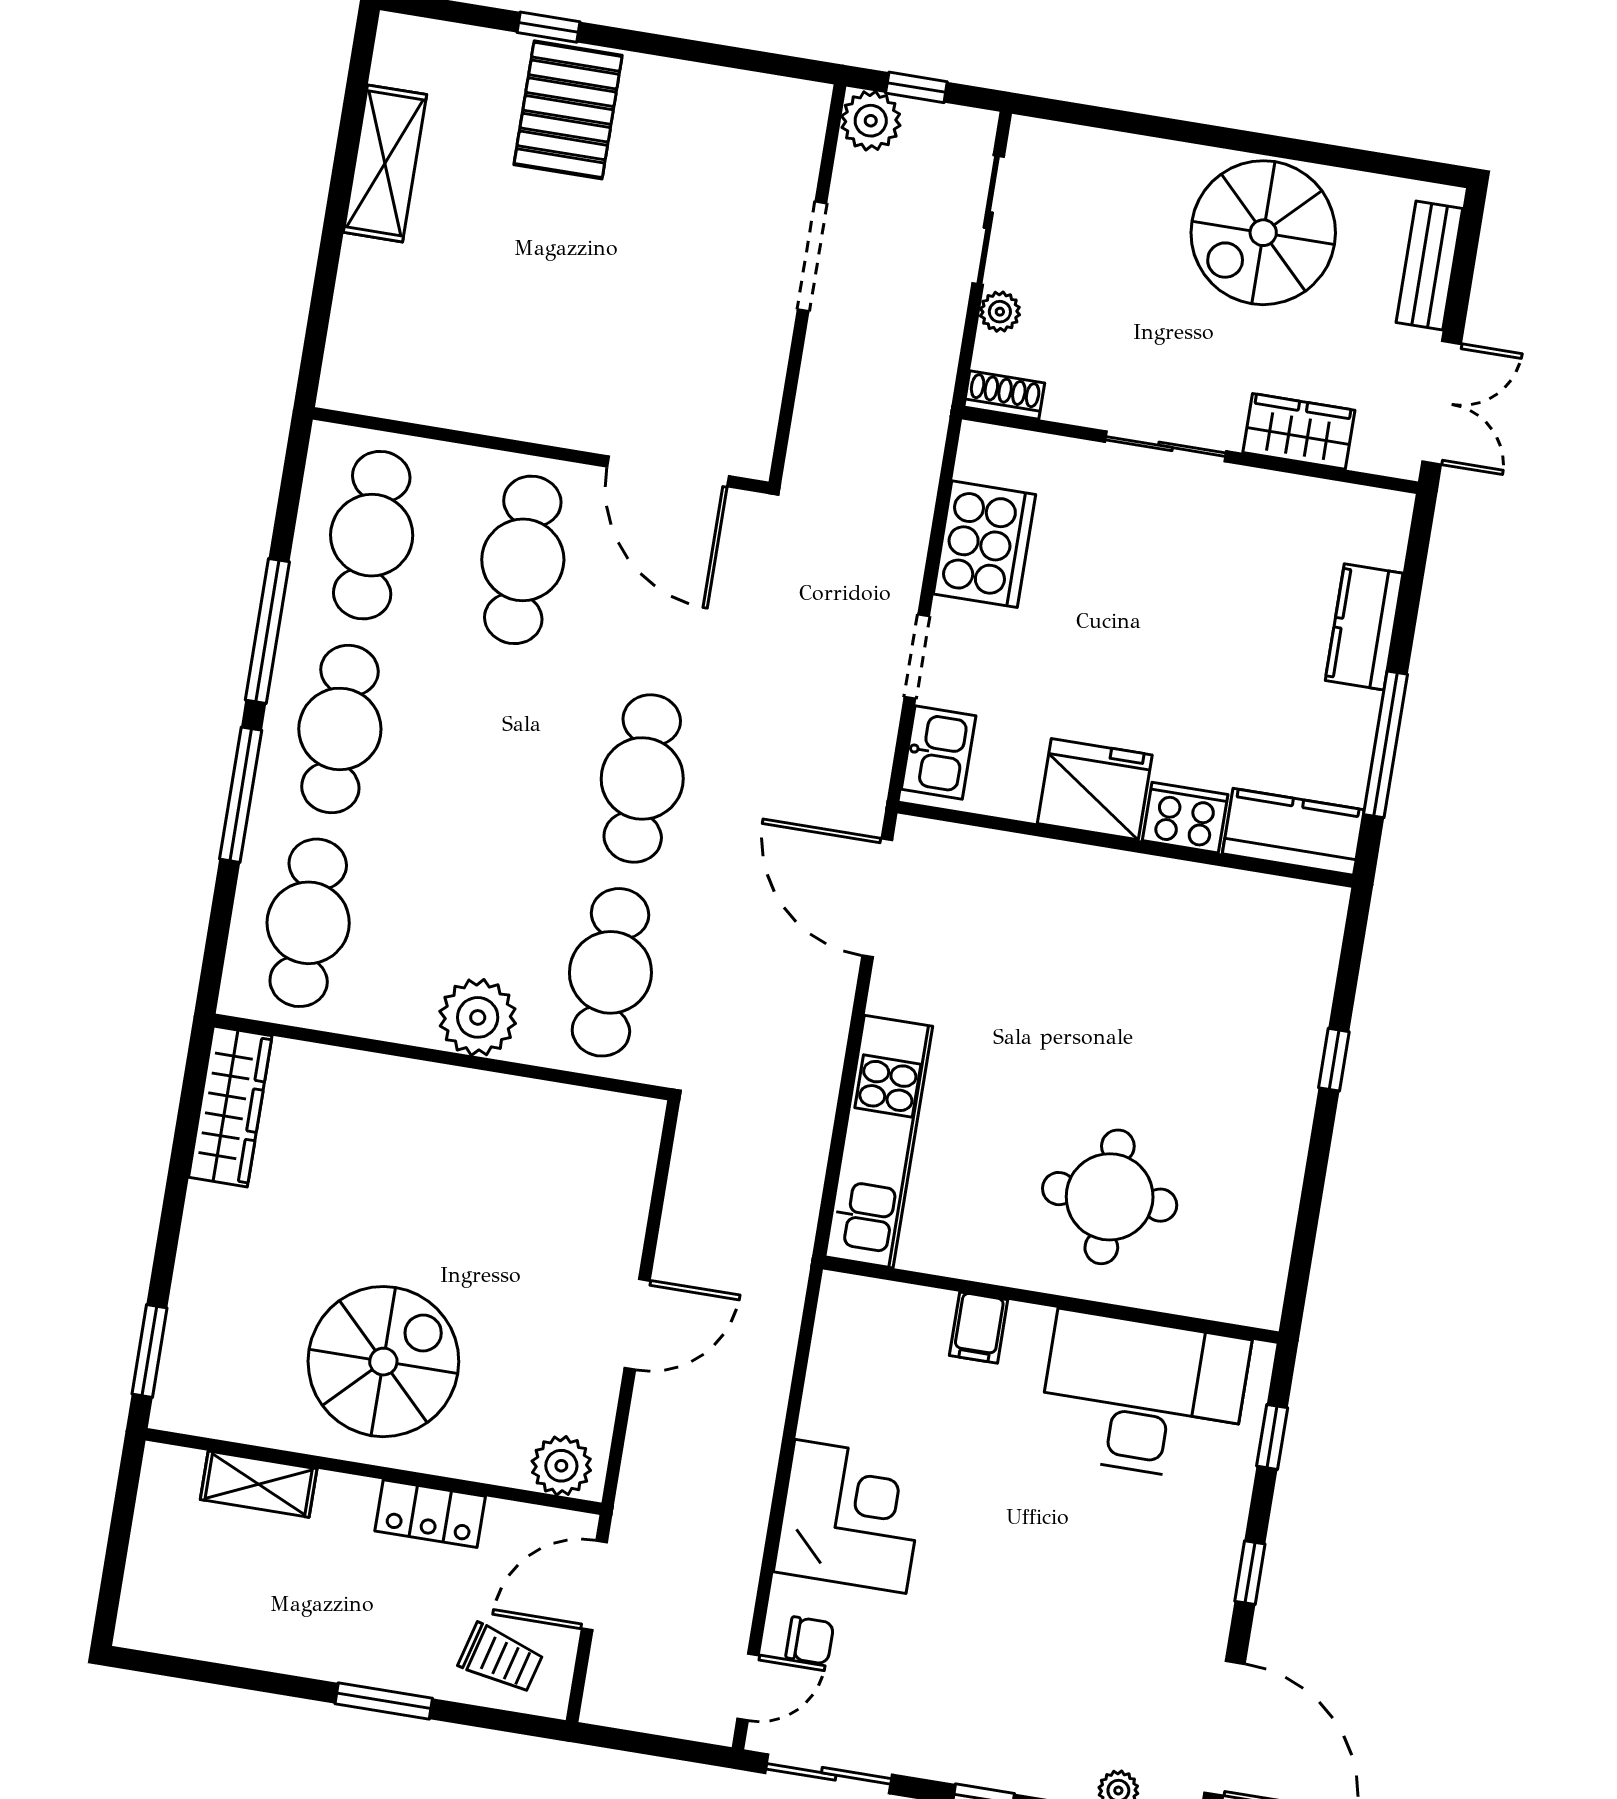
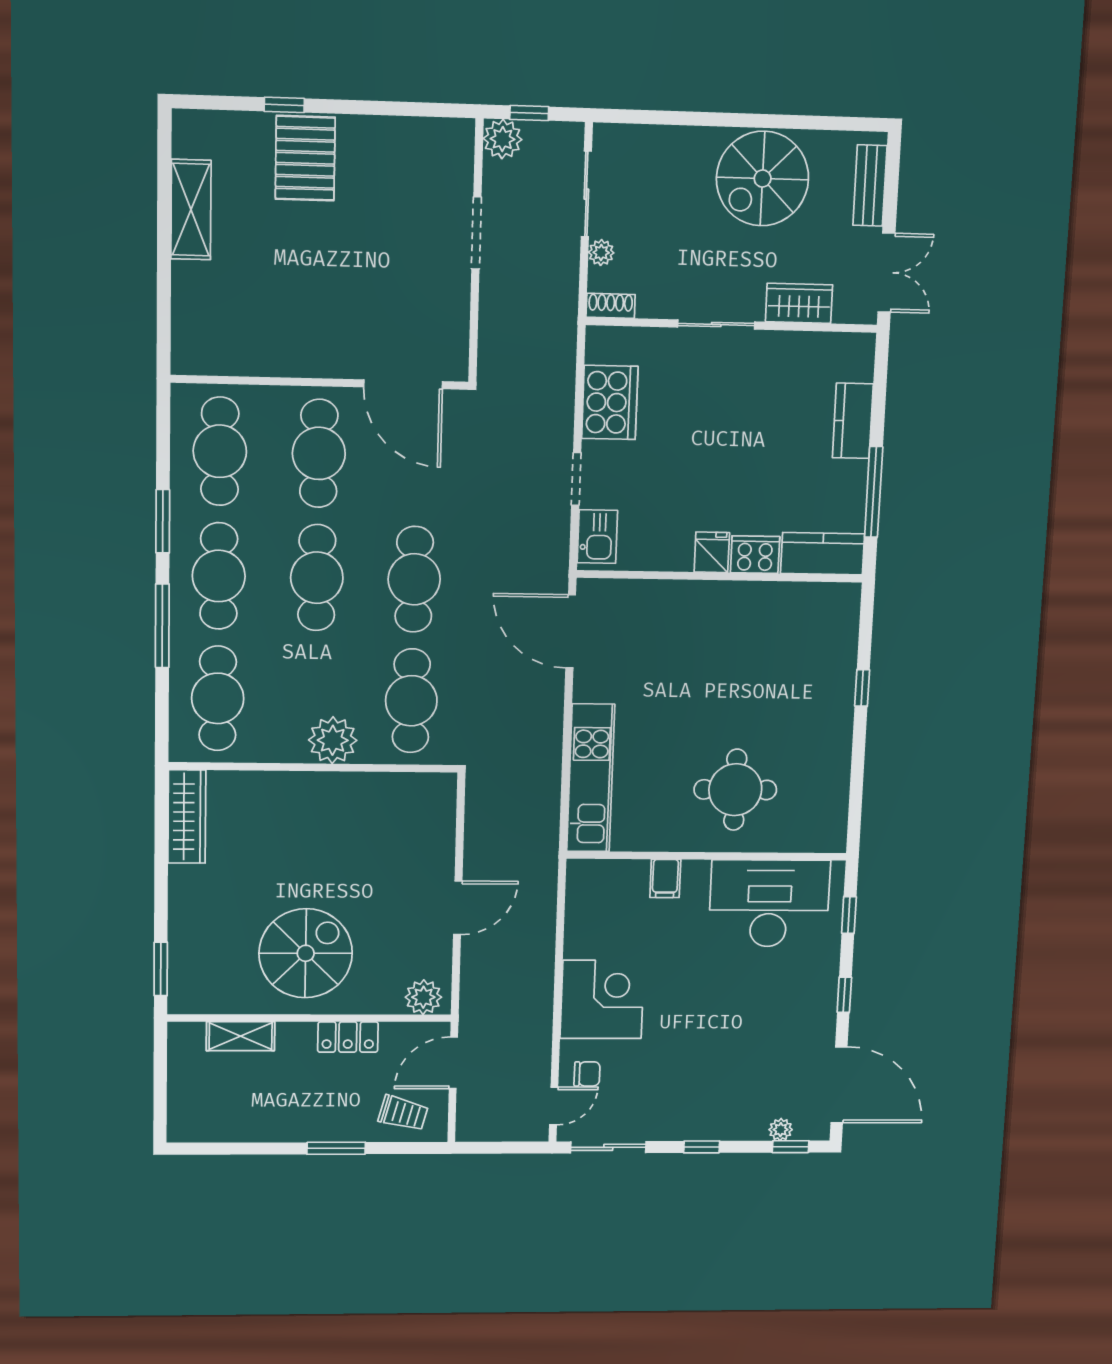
window: (267, 631) -> (163, 521), width x0.69
cafe table: (491, 754) -> (317, 578), added
fridge: (1095, 789) -> (712, 552), width x0.53, depth x0.75

